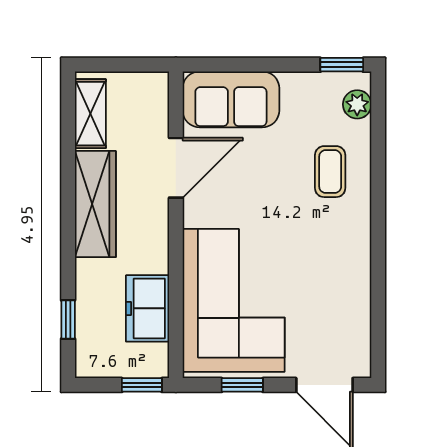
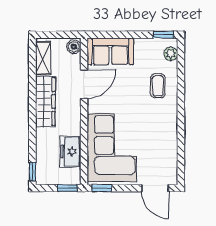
boiler: (155, 90) -> (74, 47), added
window: (68, 320) -> (32, 172), moved
window: (242, 385) -> (102, 188), moved

